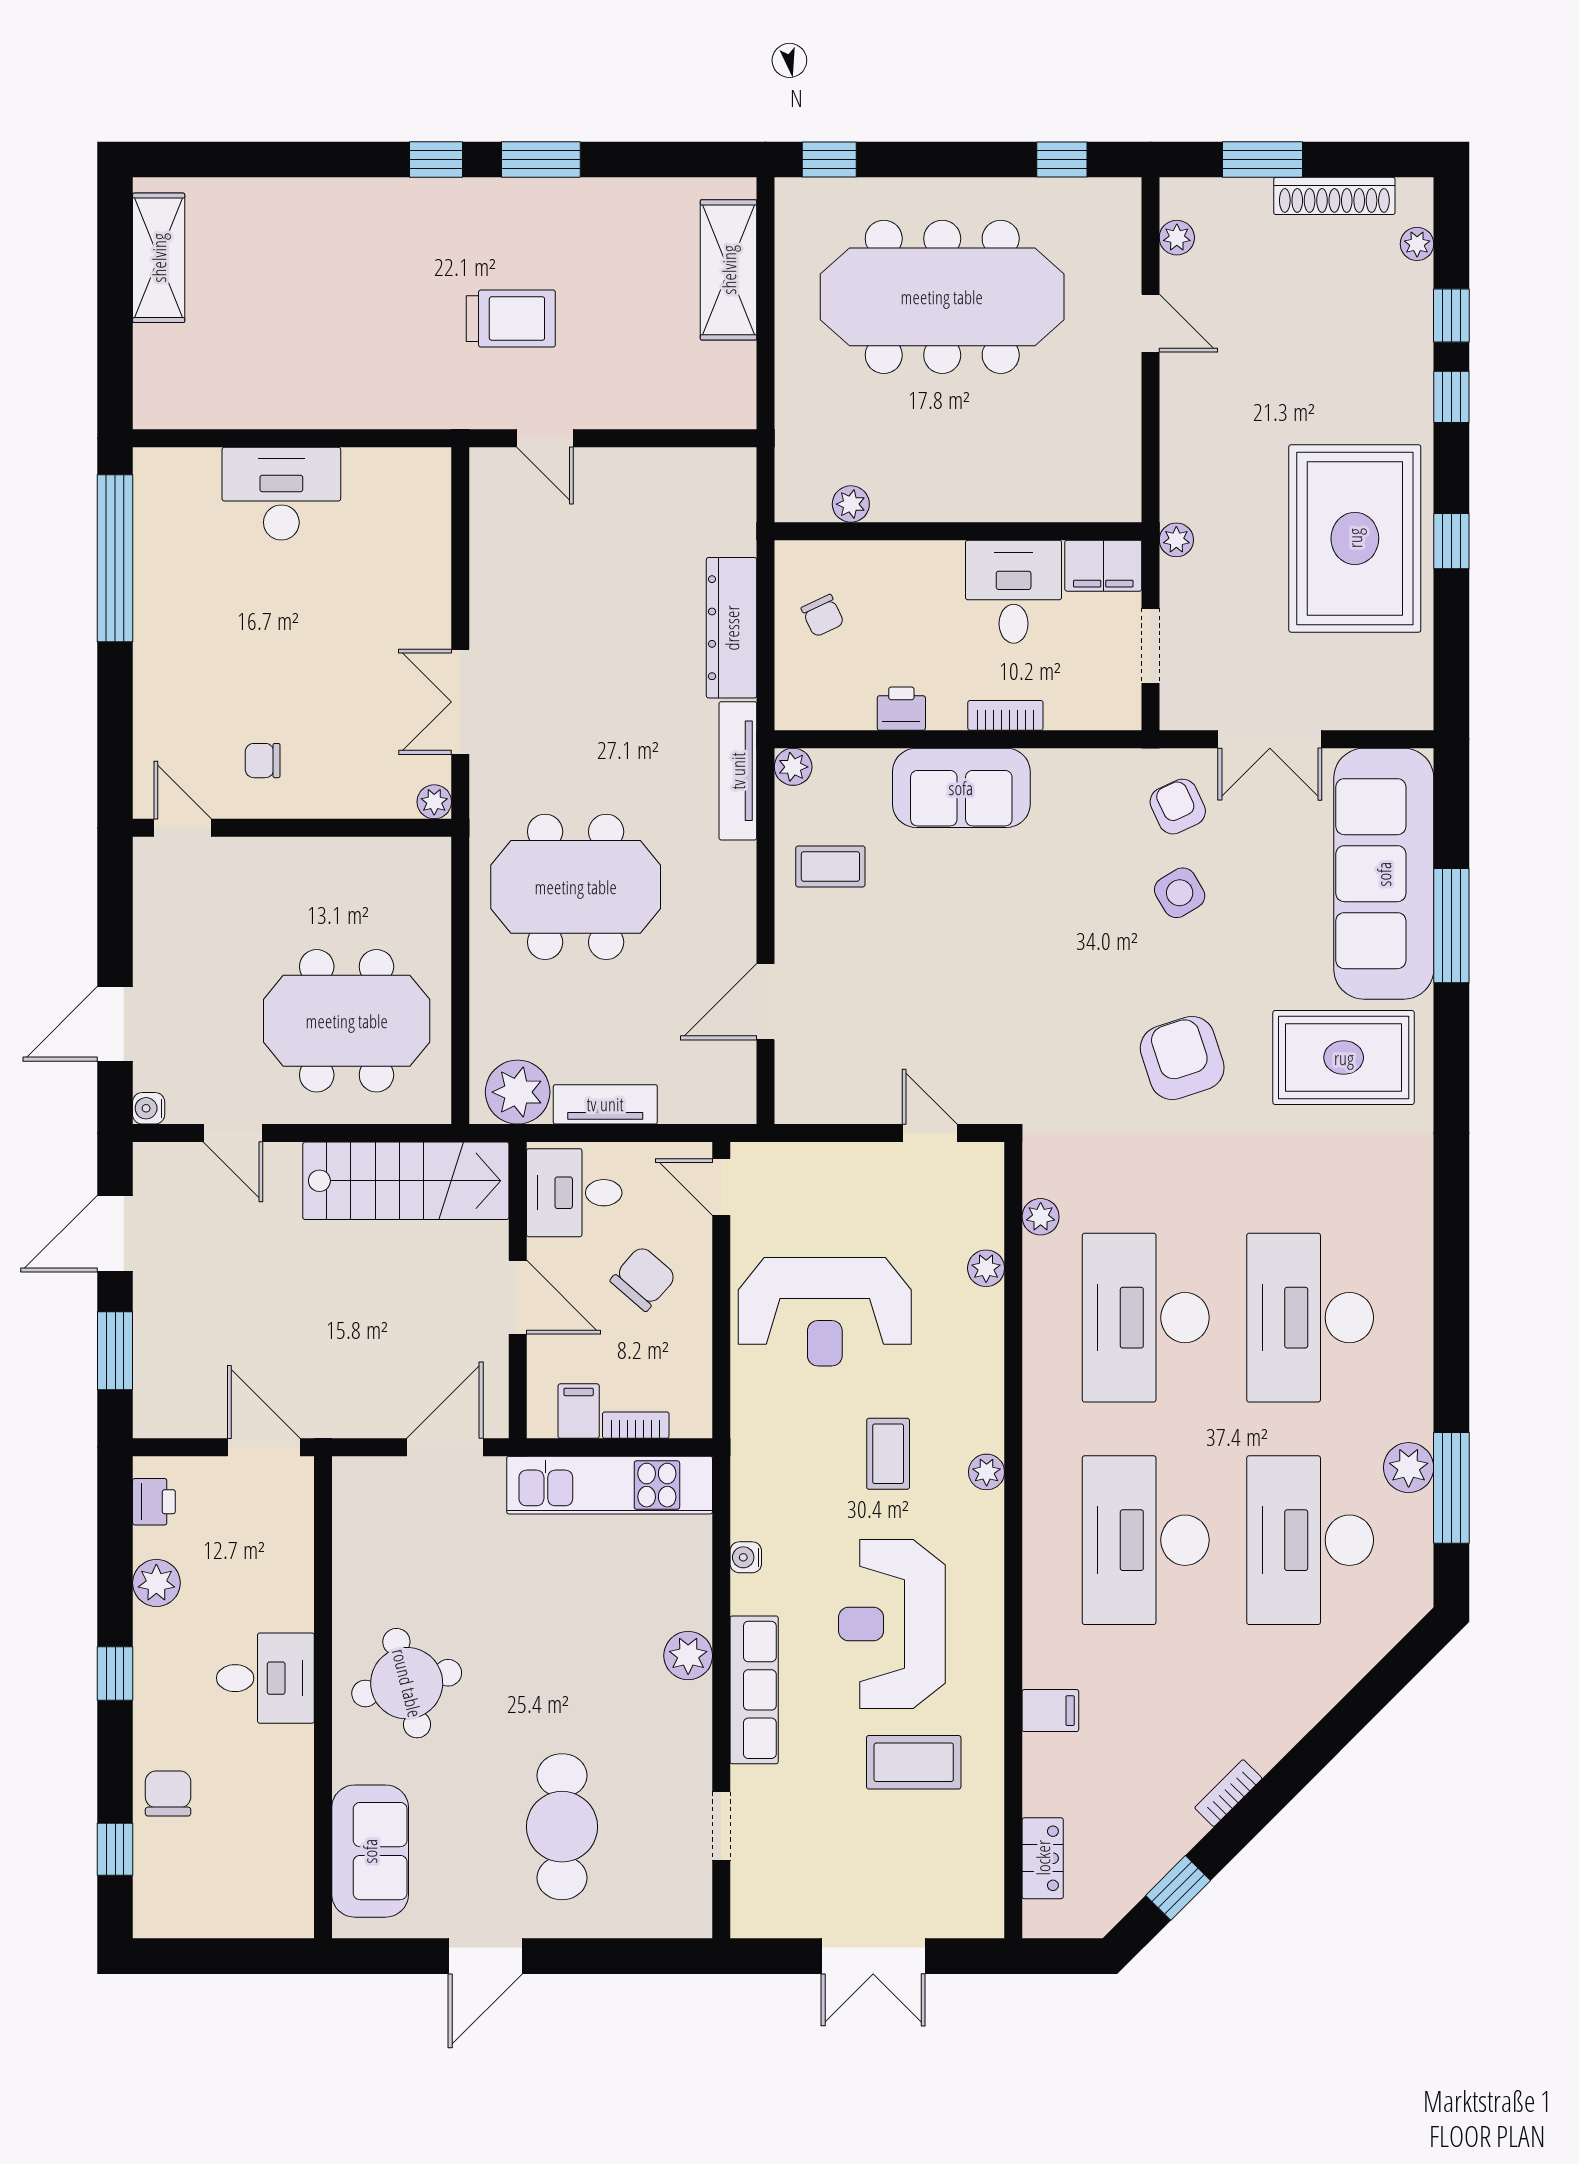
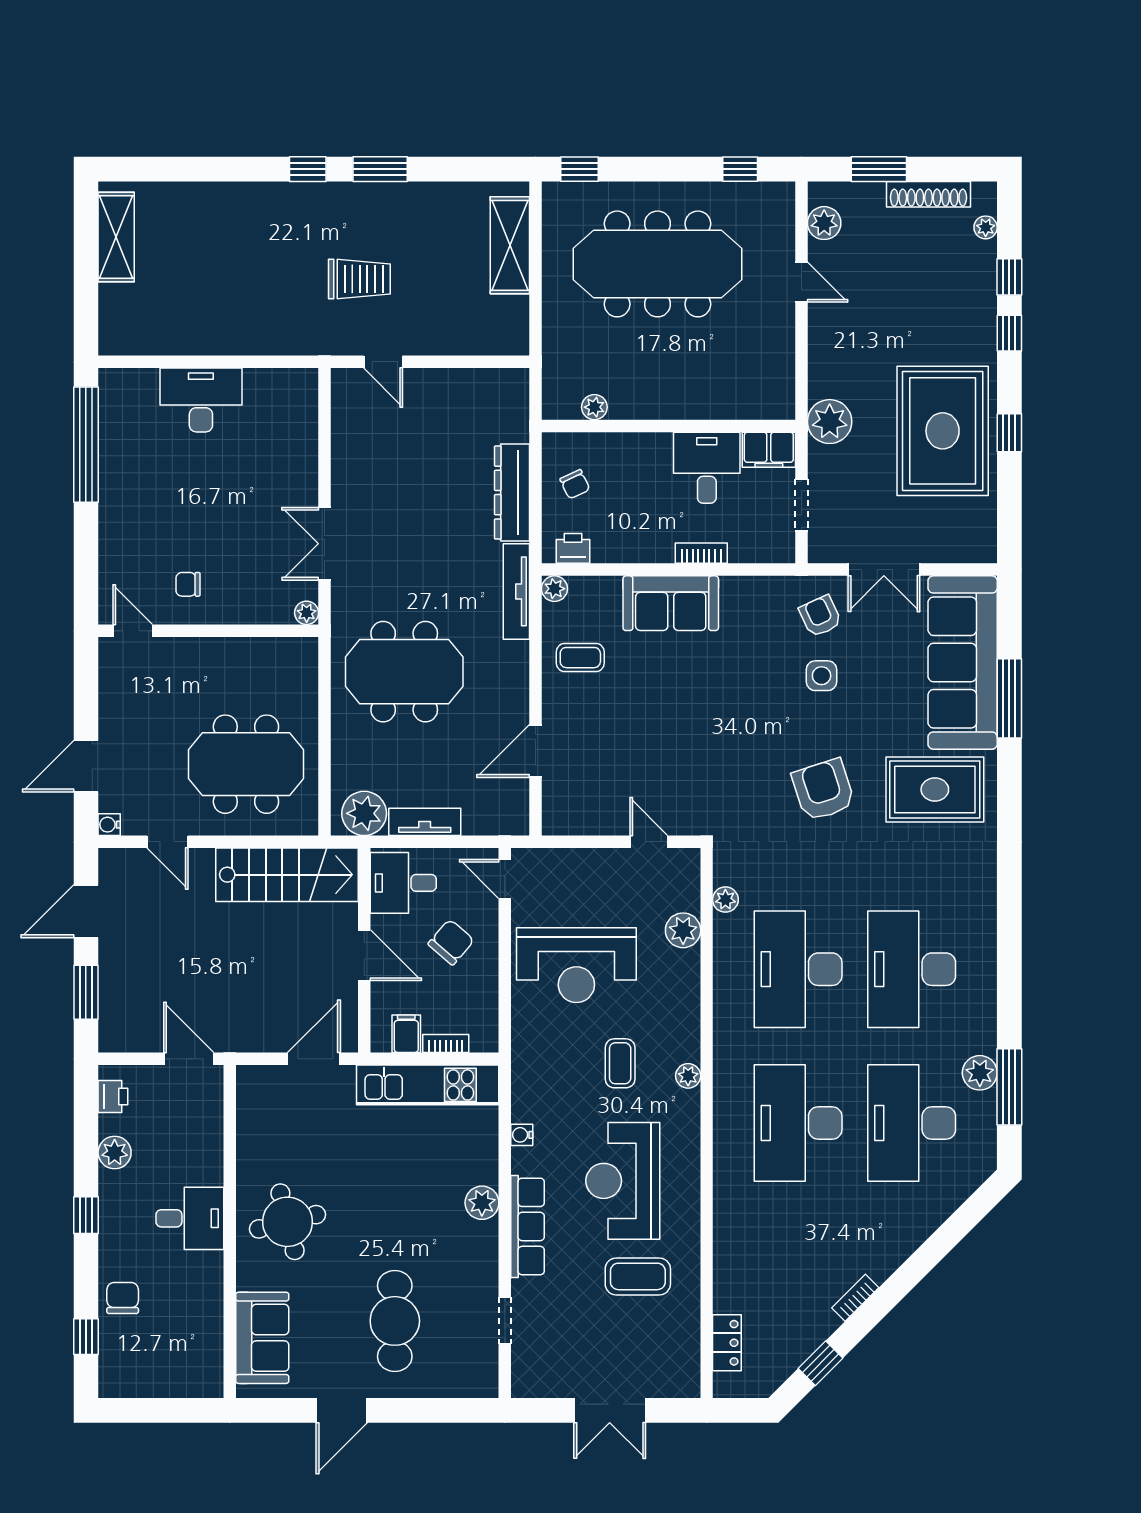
plant: (1177, 238) -> (824, 223), width x1.38, depth x1.38
plant: (1176, 540) -> (830, 422), width x1.88, depth x1.88
printer: (901, 709) -> (573, 548), moved
side table: (1180, 893) -> (822, 676), turned 31
plant: (986, 1268) -> (683, 930), width x1.38, depth x1.38
filing cabinet: (1050, 1711) -> (732, 1241), removed

